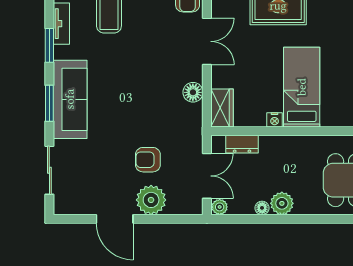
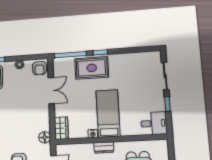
floor lamp: (193, 92) -> (45, 137), moved
dresser: (242, 144) -> (104, 147), moved

